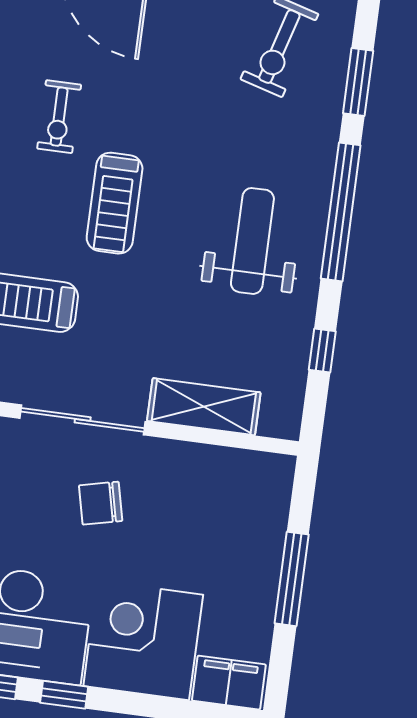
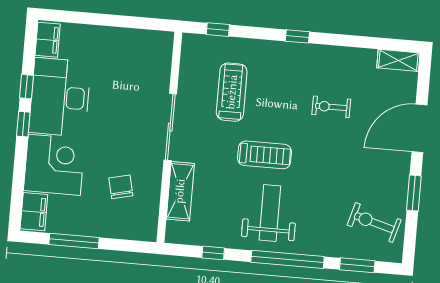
treadmill: (115, 203) -> (264, 155), moved, turned 180
weight bench: (252, 241) -> (270, 213), turned -90
chair: (101, 503) -> (121, 187), moved
window: (292, 579) -> (74, 241), moved

